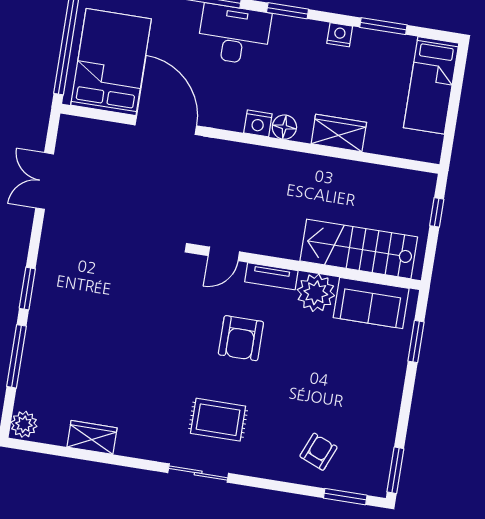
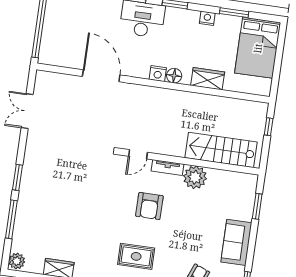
bed: (111, 62) -> (67, 37), removed
bed: (431, 85) -> (258, 48), width x1.50
sofa: (371, 303) -> (236, 242), moved, turned 90

